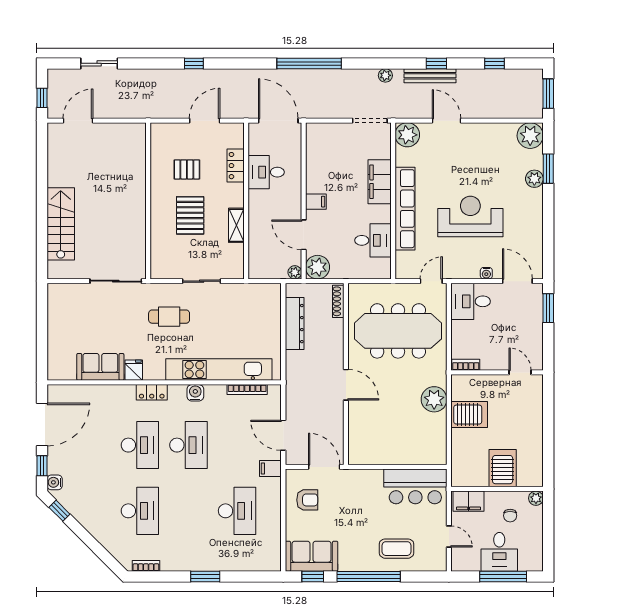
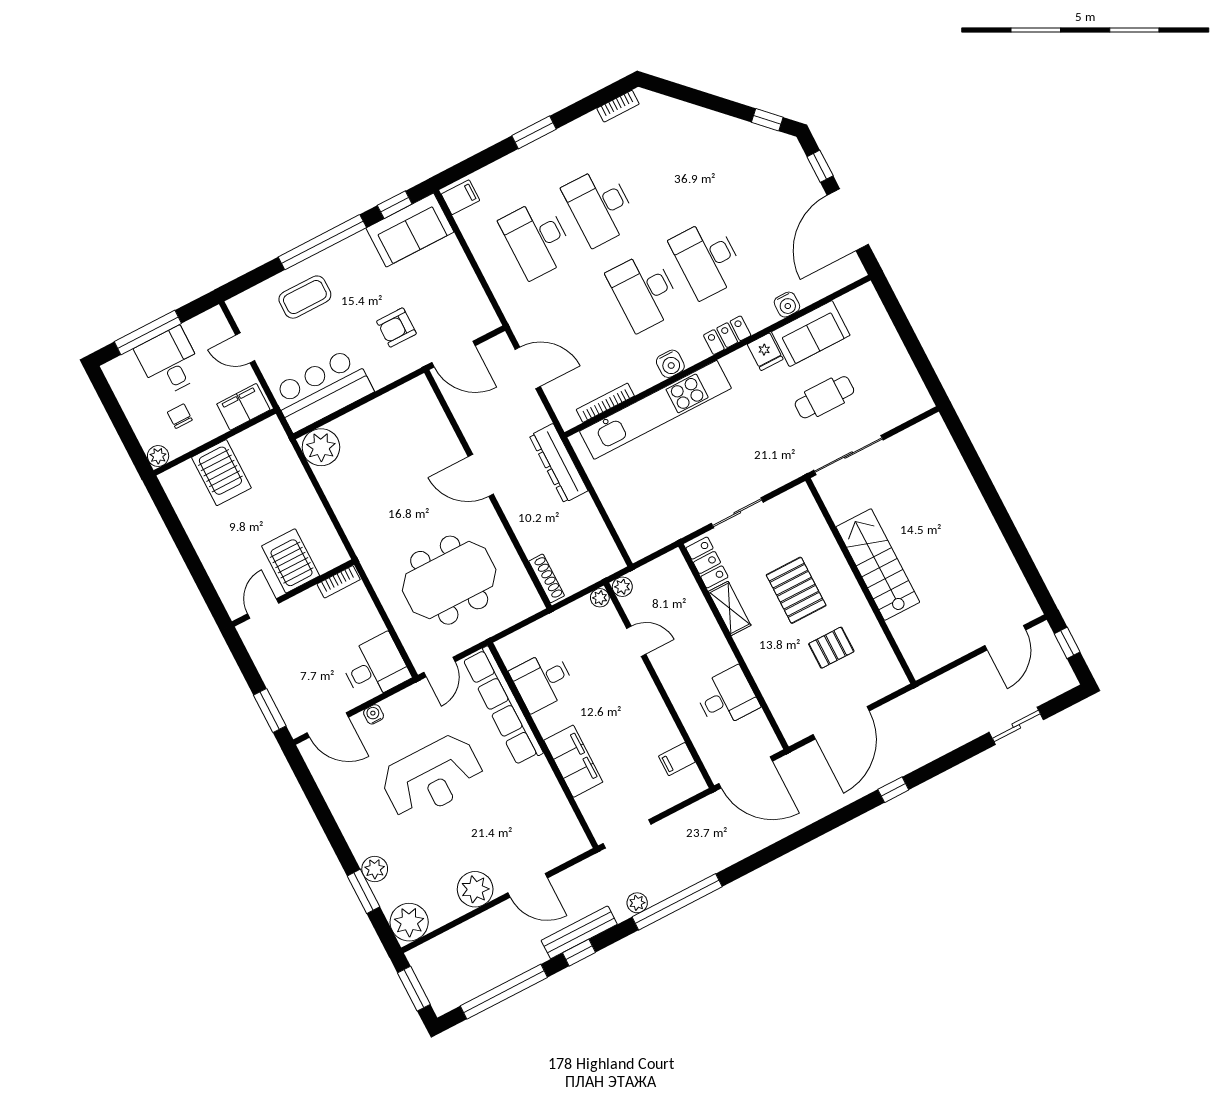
window: (309, 63) -> (677, 902), moved
window: (494, 63) -> (504, 992), width x3.17
door: (205, 121) -> (841, 723), width x1.36
plant: (407, 135) -> (475, 889), moved
locker: (236, 166) -> (707, 563), moved
filing cabinet: (316, 202) -> (677, 759), moved
row of seats: (405, 209) -> (503, 706), moved
stairs: (61, 224) -> (878, 565), moved, turned 180
door: (304, 235) -> (636, 641), width x0.73
plant: (317, 267) -> (600, 598), width x0.53, depth x0.53
cafe table: (169, 317) -> (824, 397), moved
dresser: (295, 324) -> (559, 463), moved
meeting table: (398, 331) -> (449, 580), width x0.73
door: (520, 372) -> (263, 608), swing flipped
plant: (434, 399) -> (321, 447), moved
server rack: (469, 415) -> (291, 561), moved, turned 90
filing cabinet: (270, 468) -> (460, 197), moved
water cooler: (55, 482) -> (787, 305), moved, turned 90
armchair: (307, 500) -> (396, 327), moved
desk: (140, 511) -> (600, 206), moved

